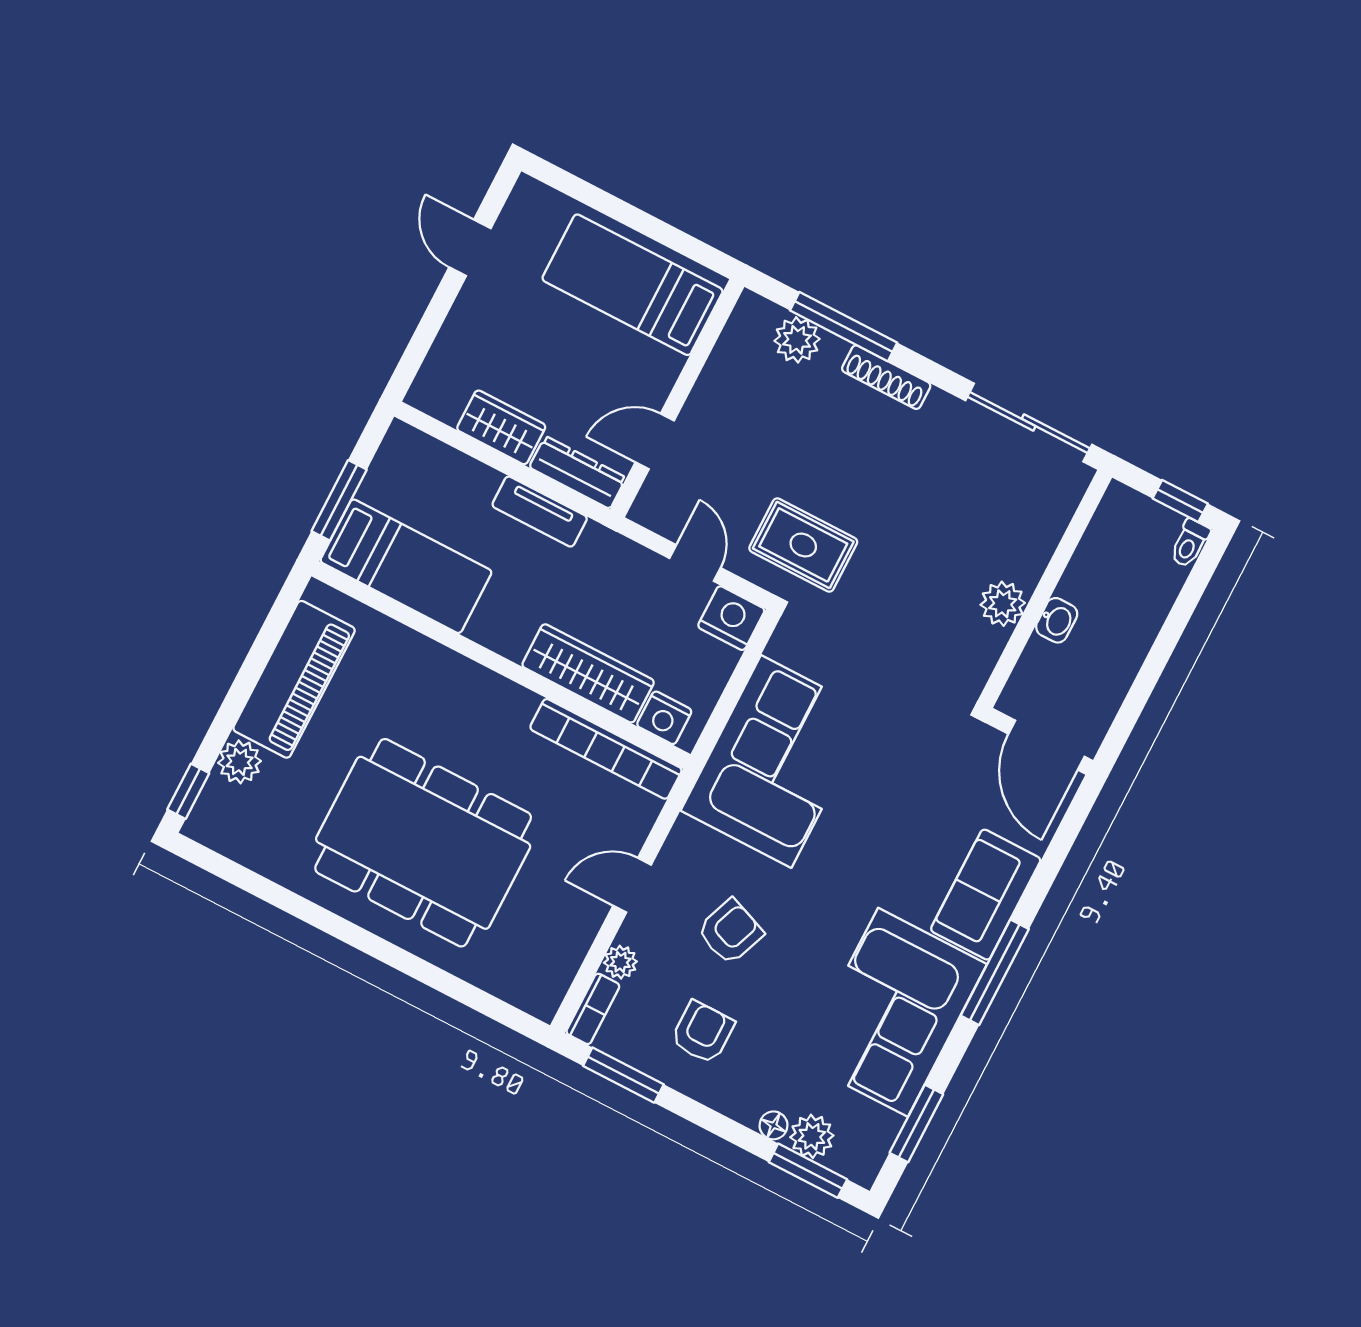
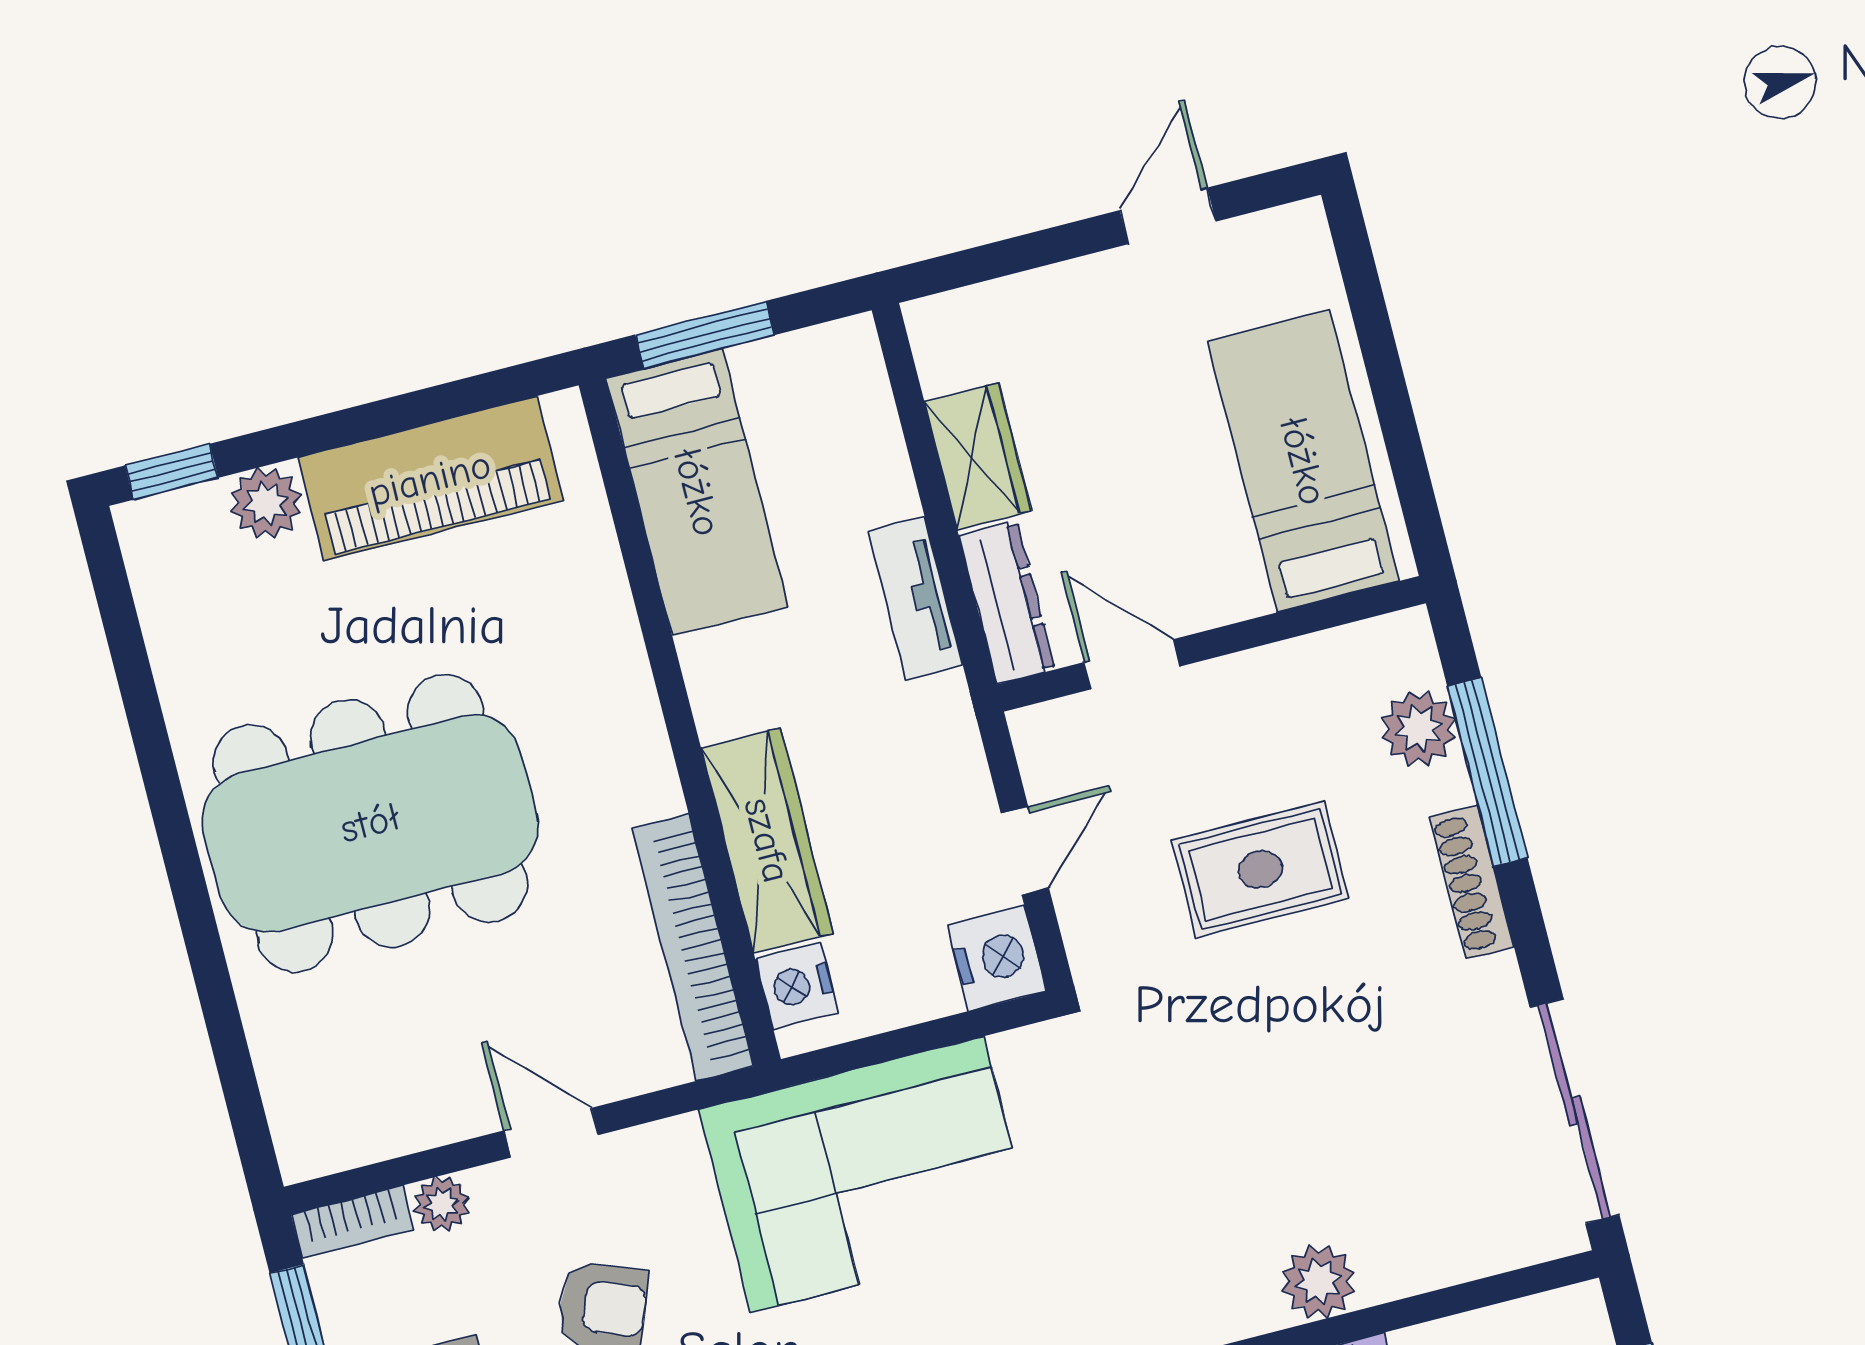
rug: (803, 545) -> (1260, 869), moved, turned 90
dining table: (423, 843) -> (370, 823), turned 90

